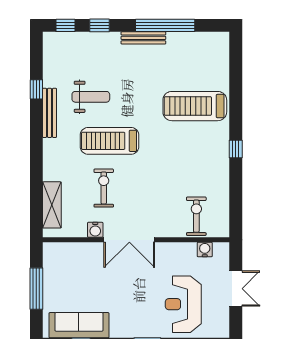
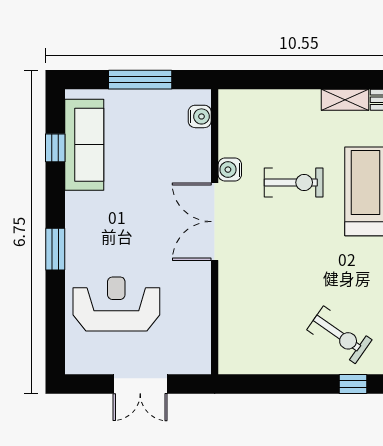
shelving: (52, 205) -> (345, 100), moved, width x0.67, depth x0.75
exercise bike: (196, 216) -> (339, 335), moved, turned 35
water cooler: (205, 250) -> (200, 116), moved

